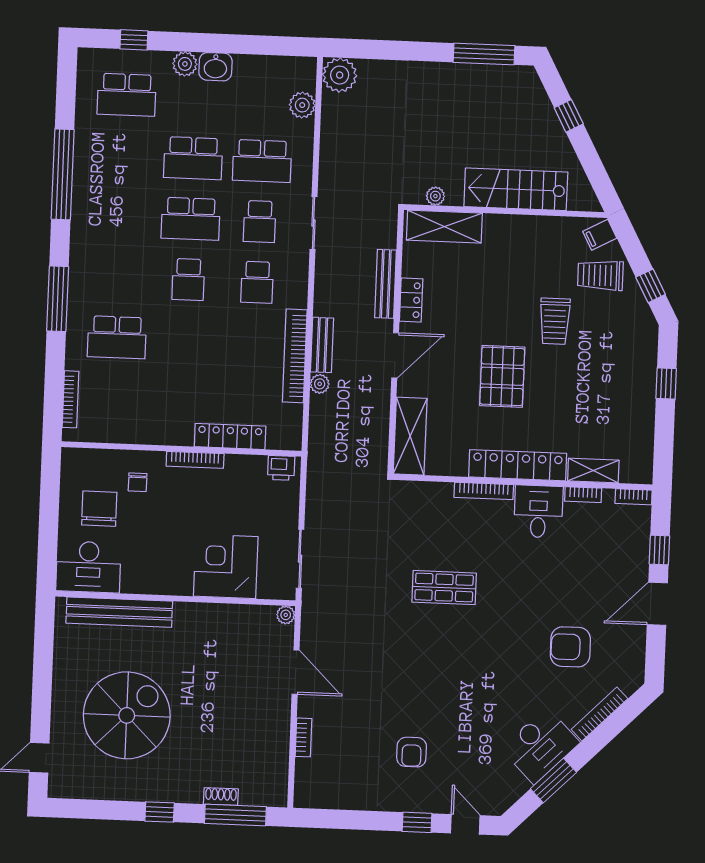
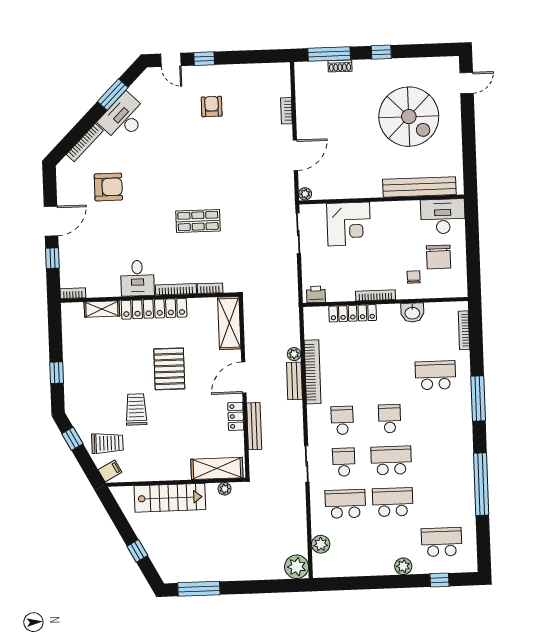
washbasin: (215, 67) -> (412, 313), moved, turned 180
bookcase: (583, 495) -> (210, 288), moved
door: (296, 672) -> (295, 155), swing flipped
spiral stairs: (127, 715) -> (409, 117), turned -90

